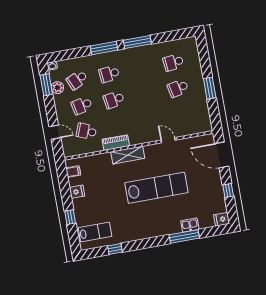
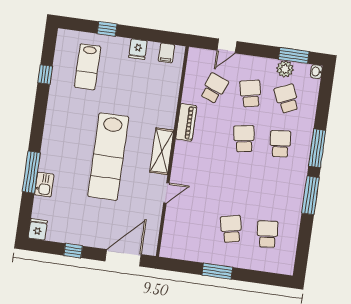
shelving: (128, 155) -> (162, 151), moved
lab bench: (95, 232) -> (88, 67), moved

